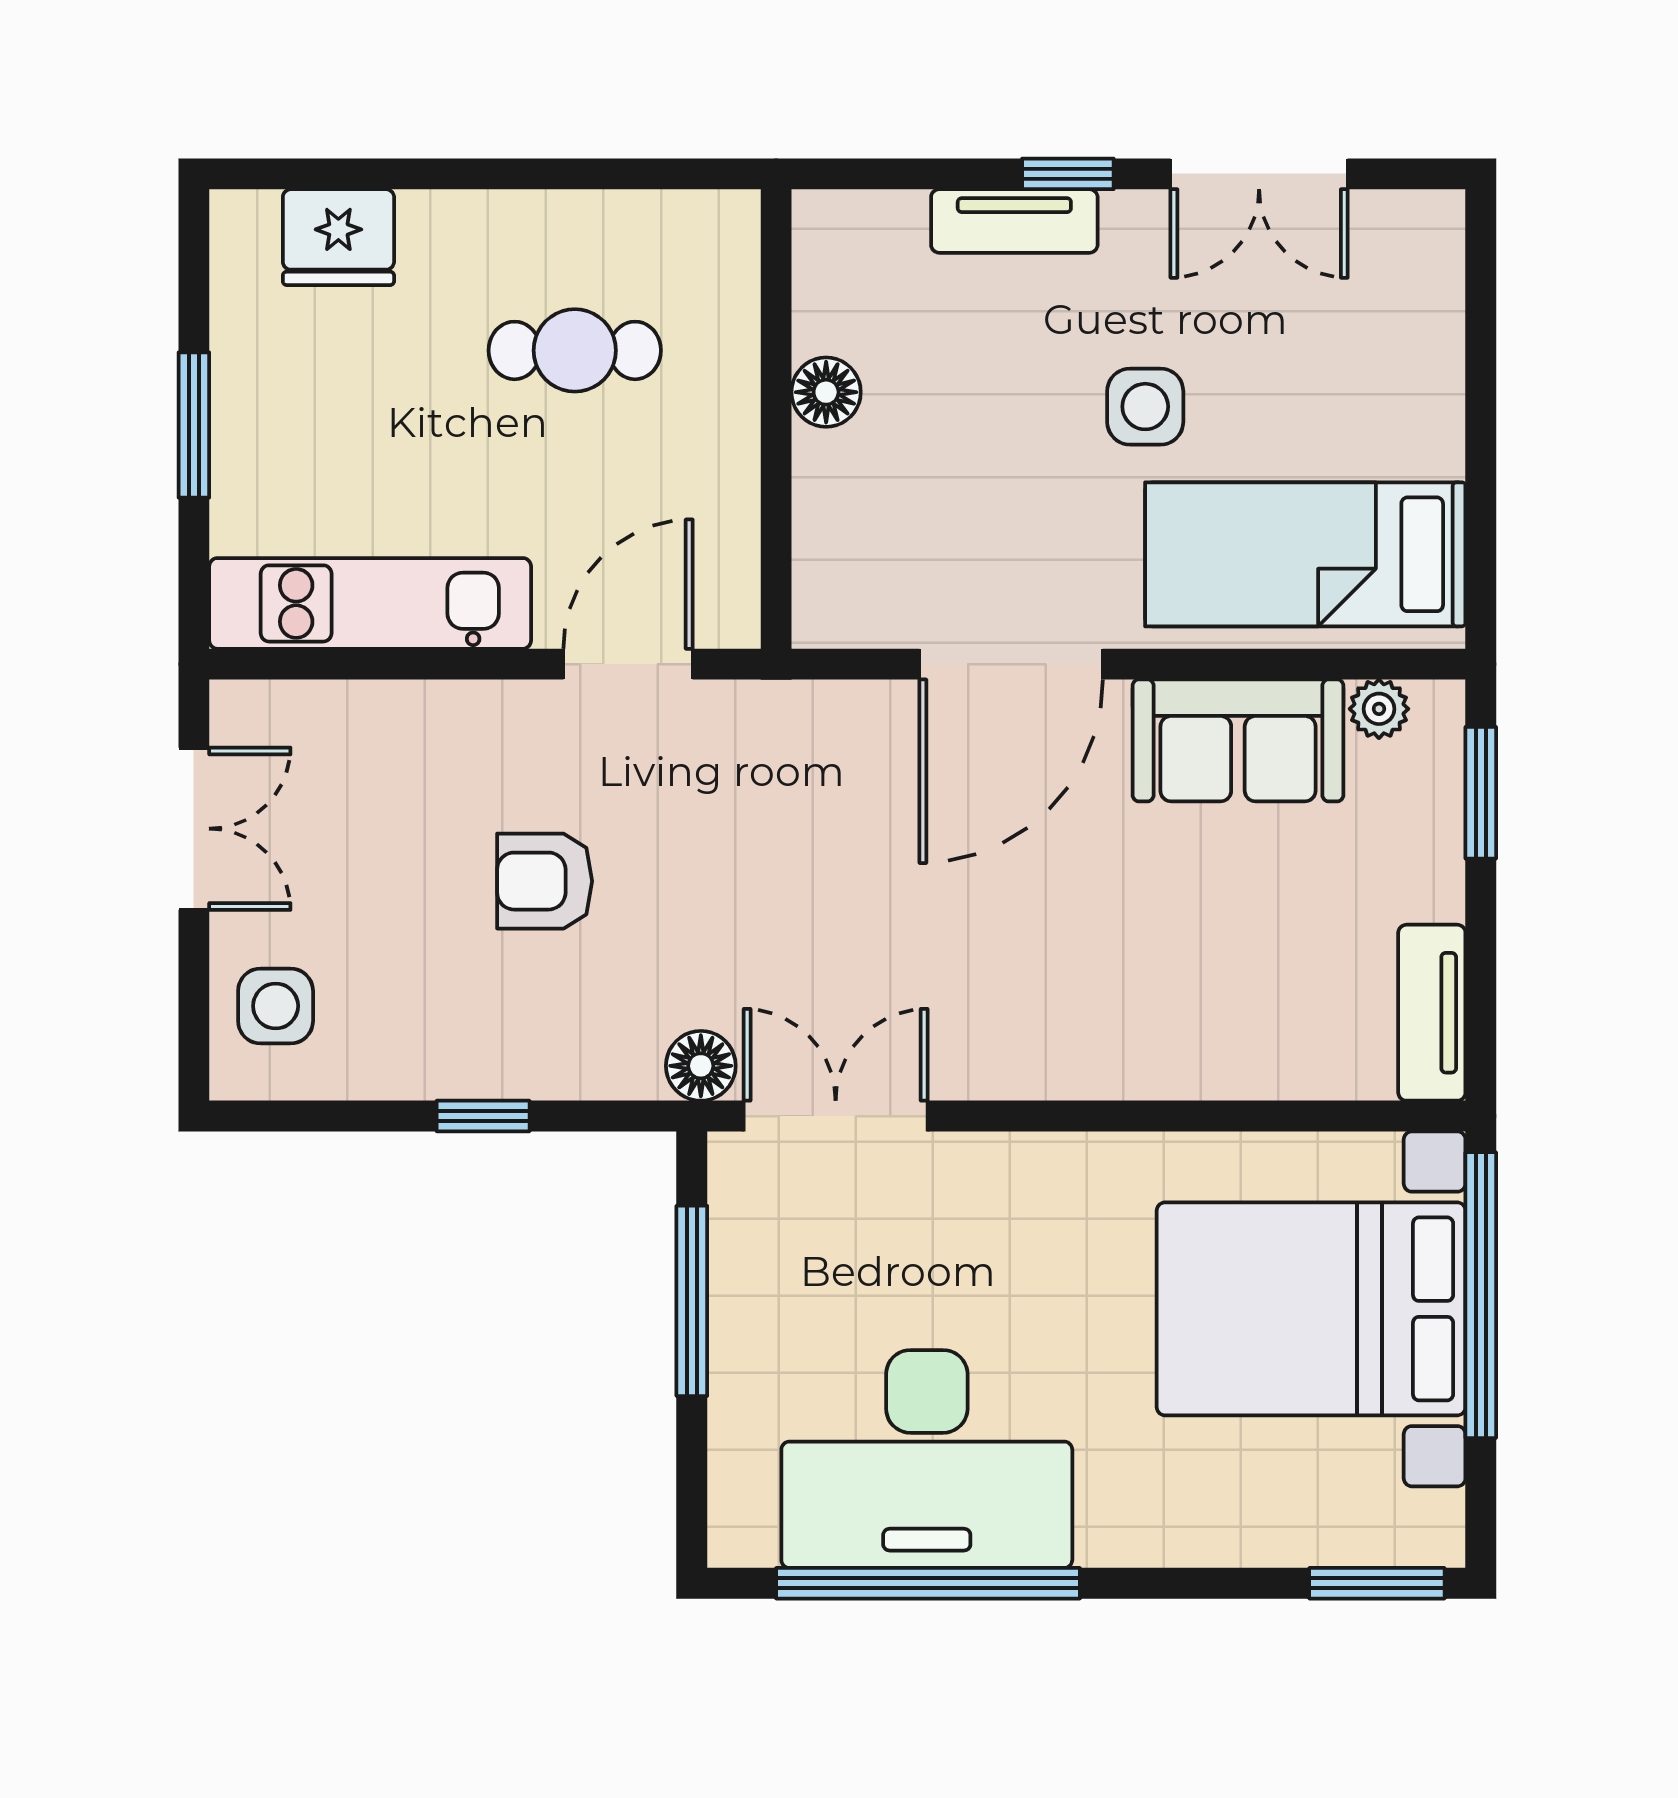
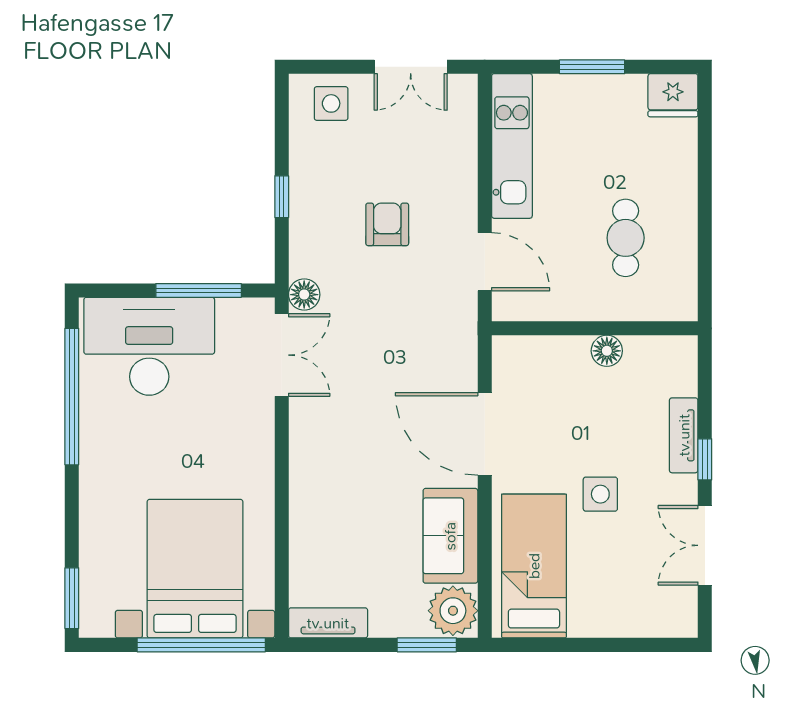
fridge: (338, 237) -> (673, 95), moved, turned -90
plant: (1379, 709) -> (453, 611), width x1.88, depth x1.88
desk: (927, 1459) -> (149, 346), moved, turned 90

